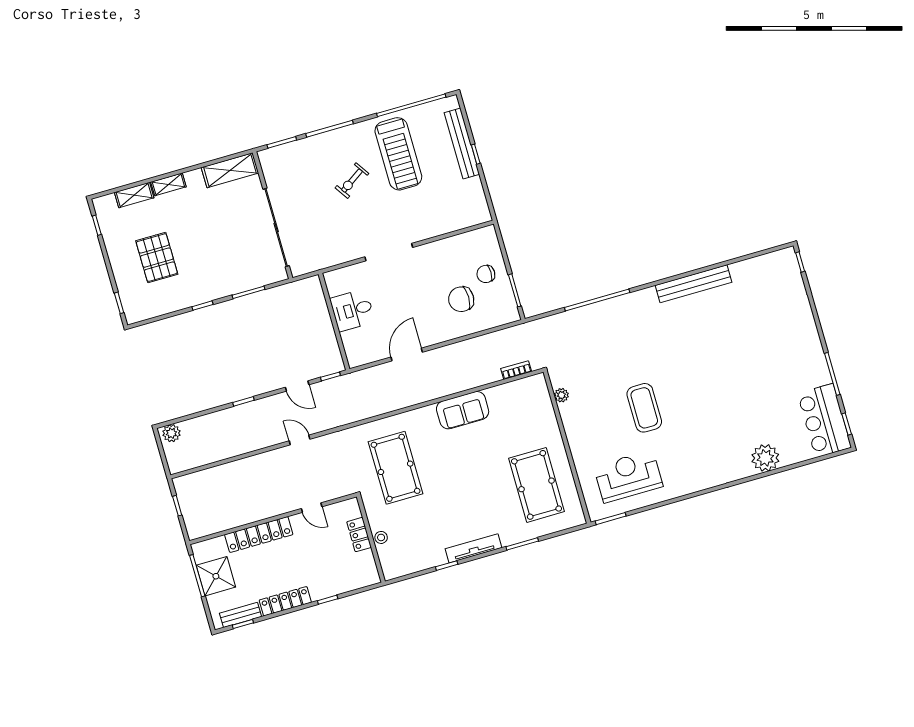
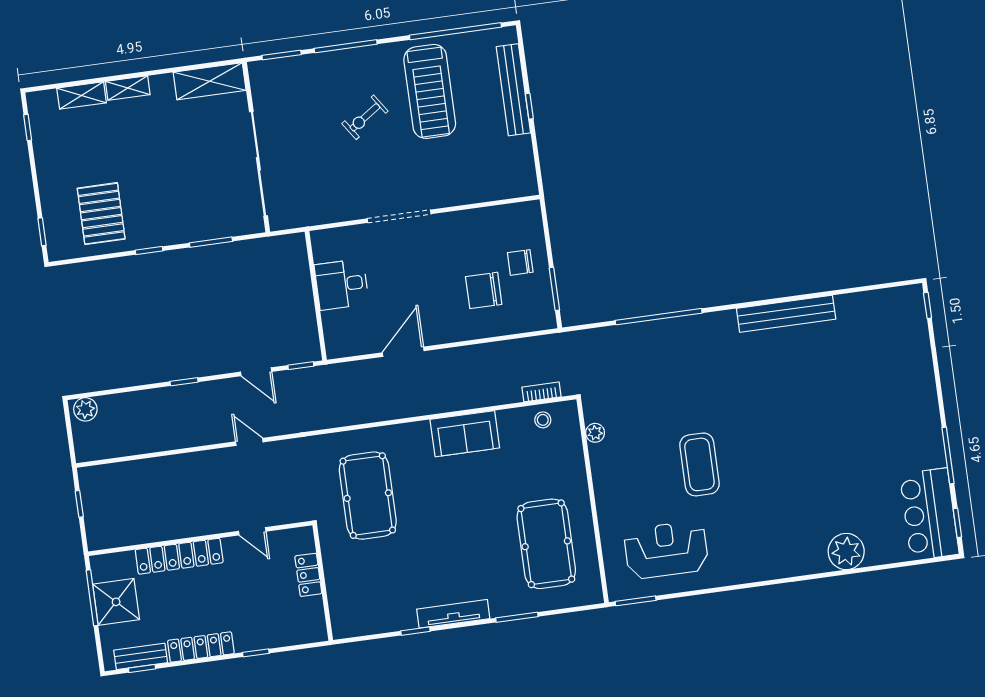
pallet: (157, 258) -> (101, 214), moved
stool: (381, 537) -> (543, 420), moved

